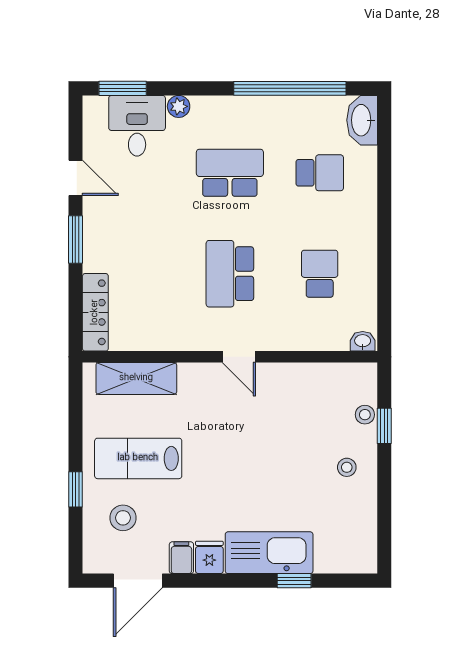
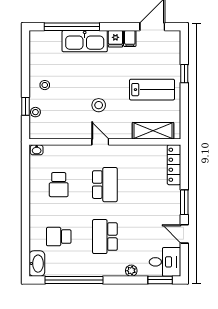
desk: (137, 126) -> (165, 262), moved, turned -90
school desk: (230, 173) -> (105, 237), turned 90
stool: (123, 518) -> (99, 105), moved
window: (294, 581) -> (72, 27), width x3.17

